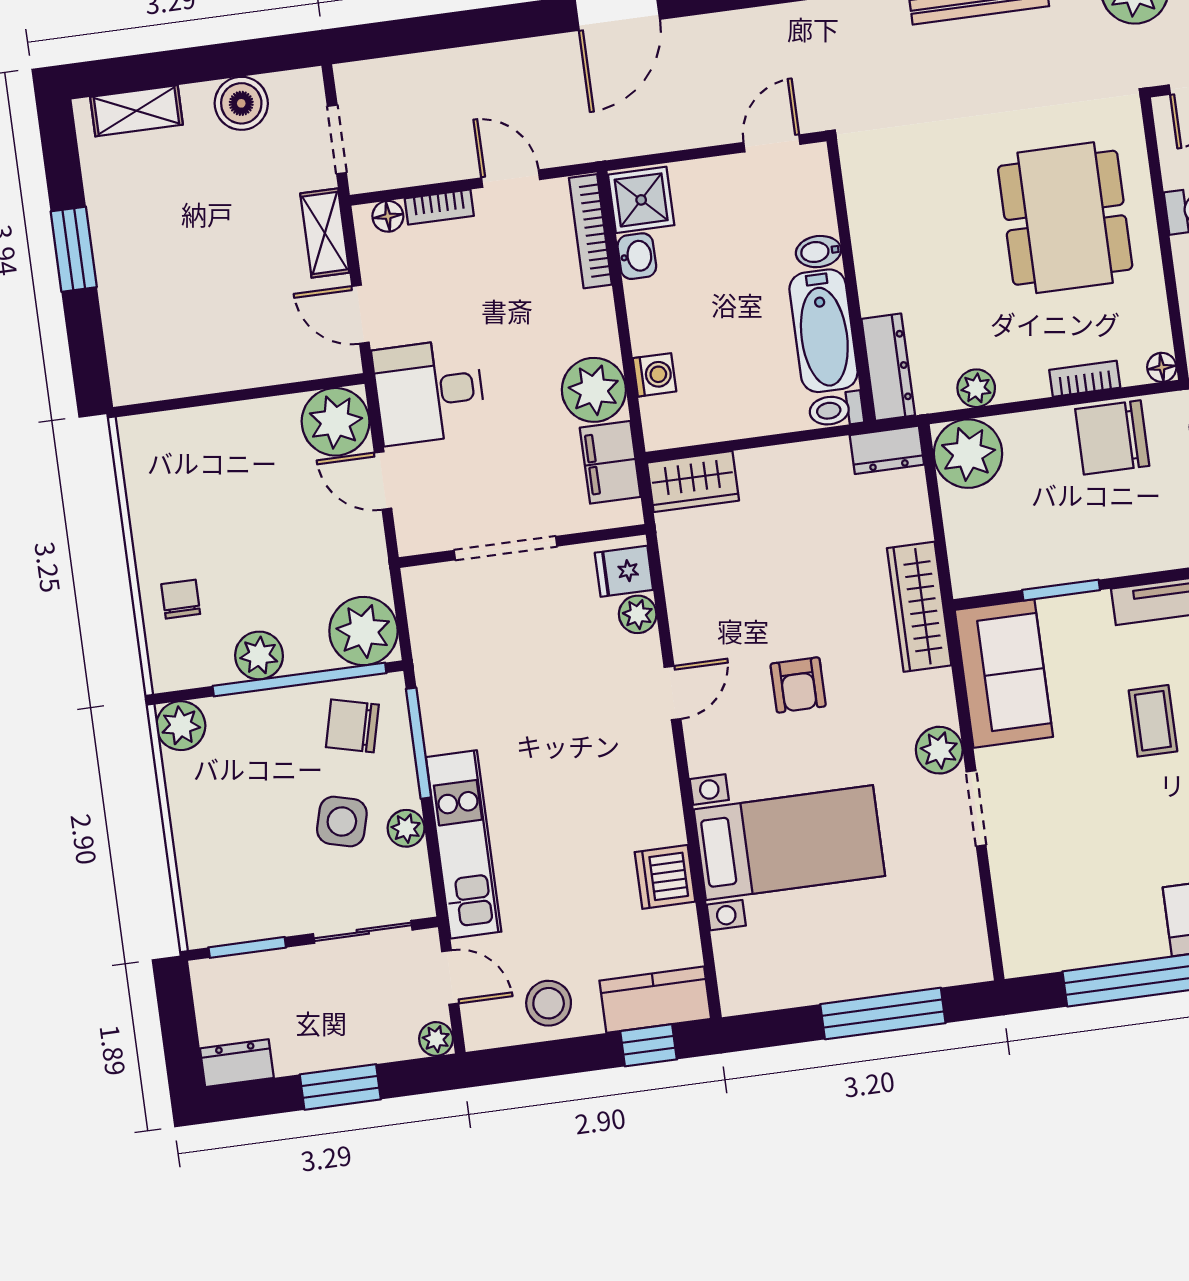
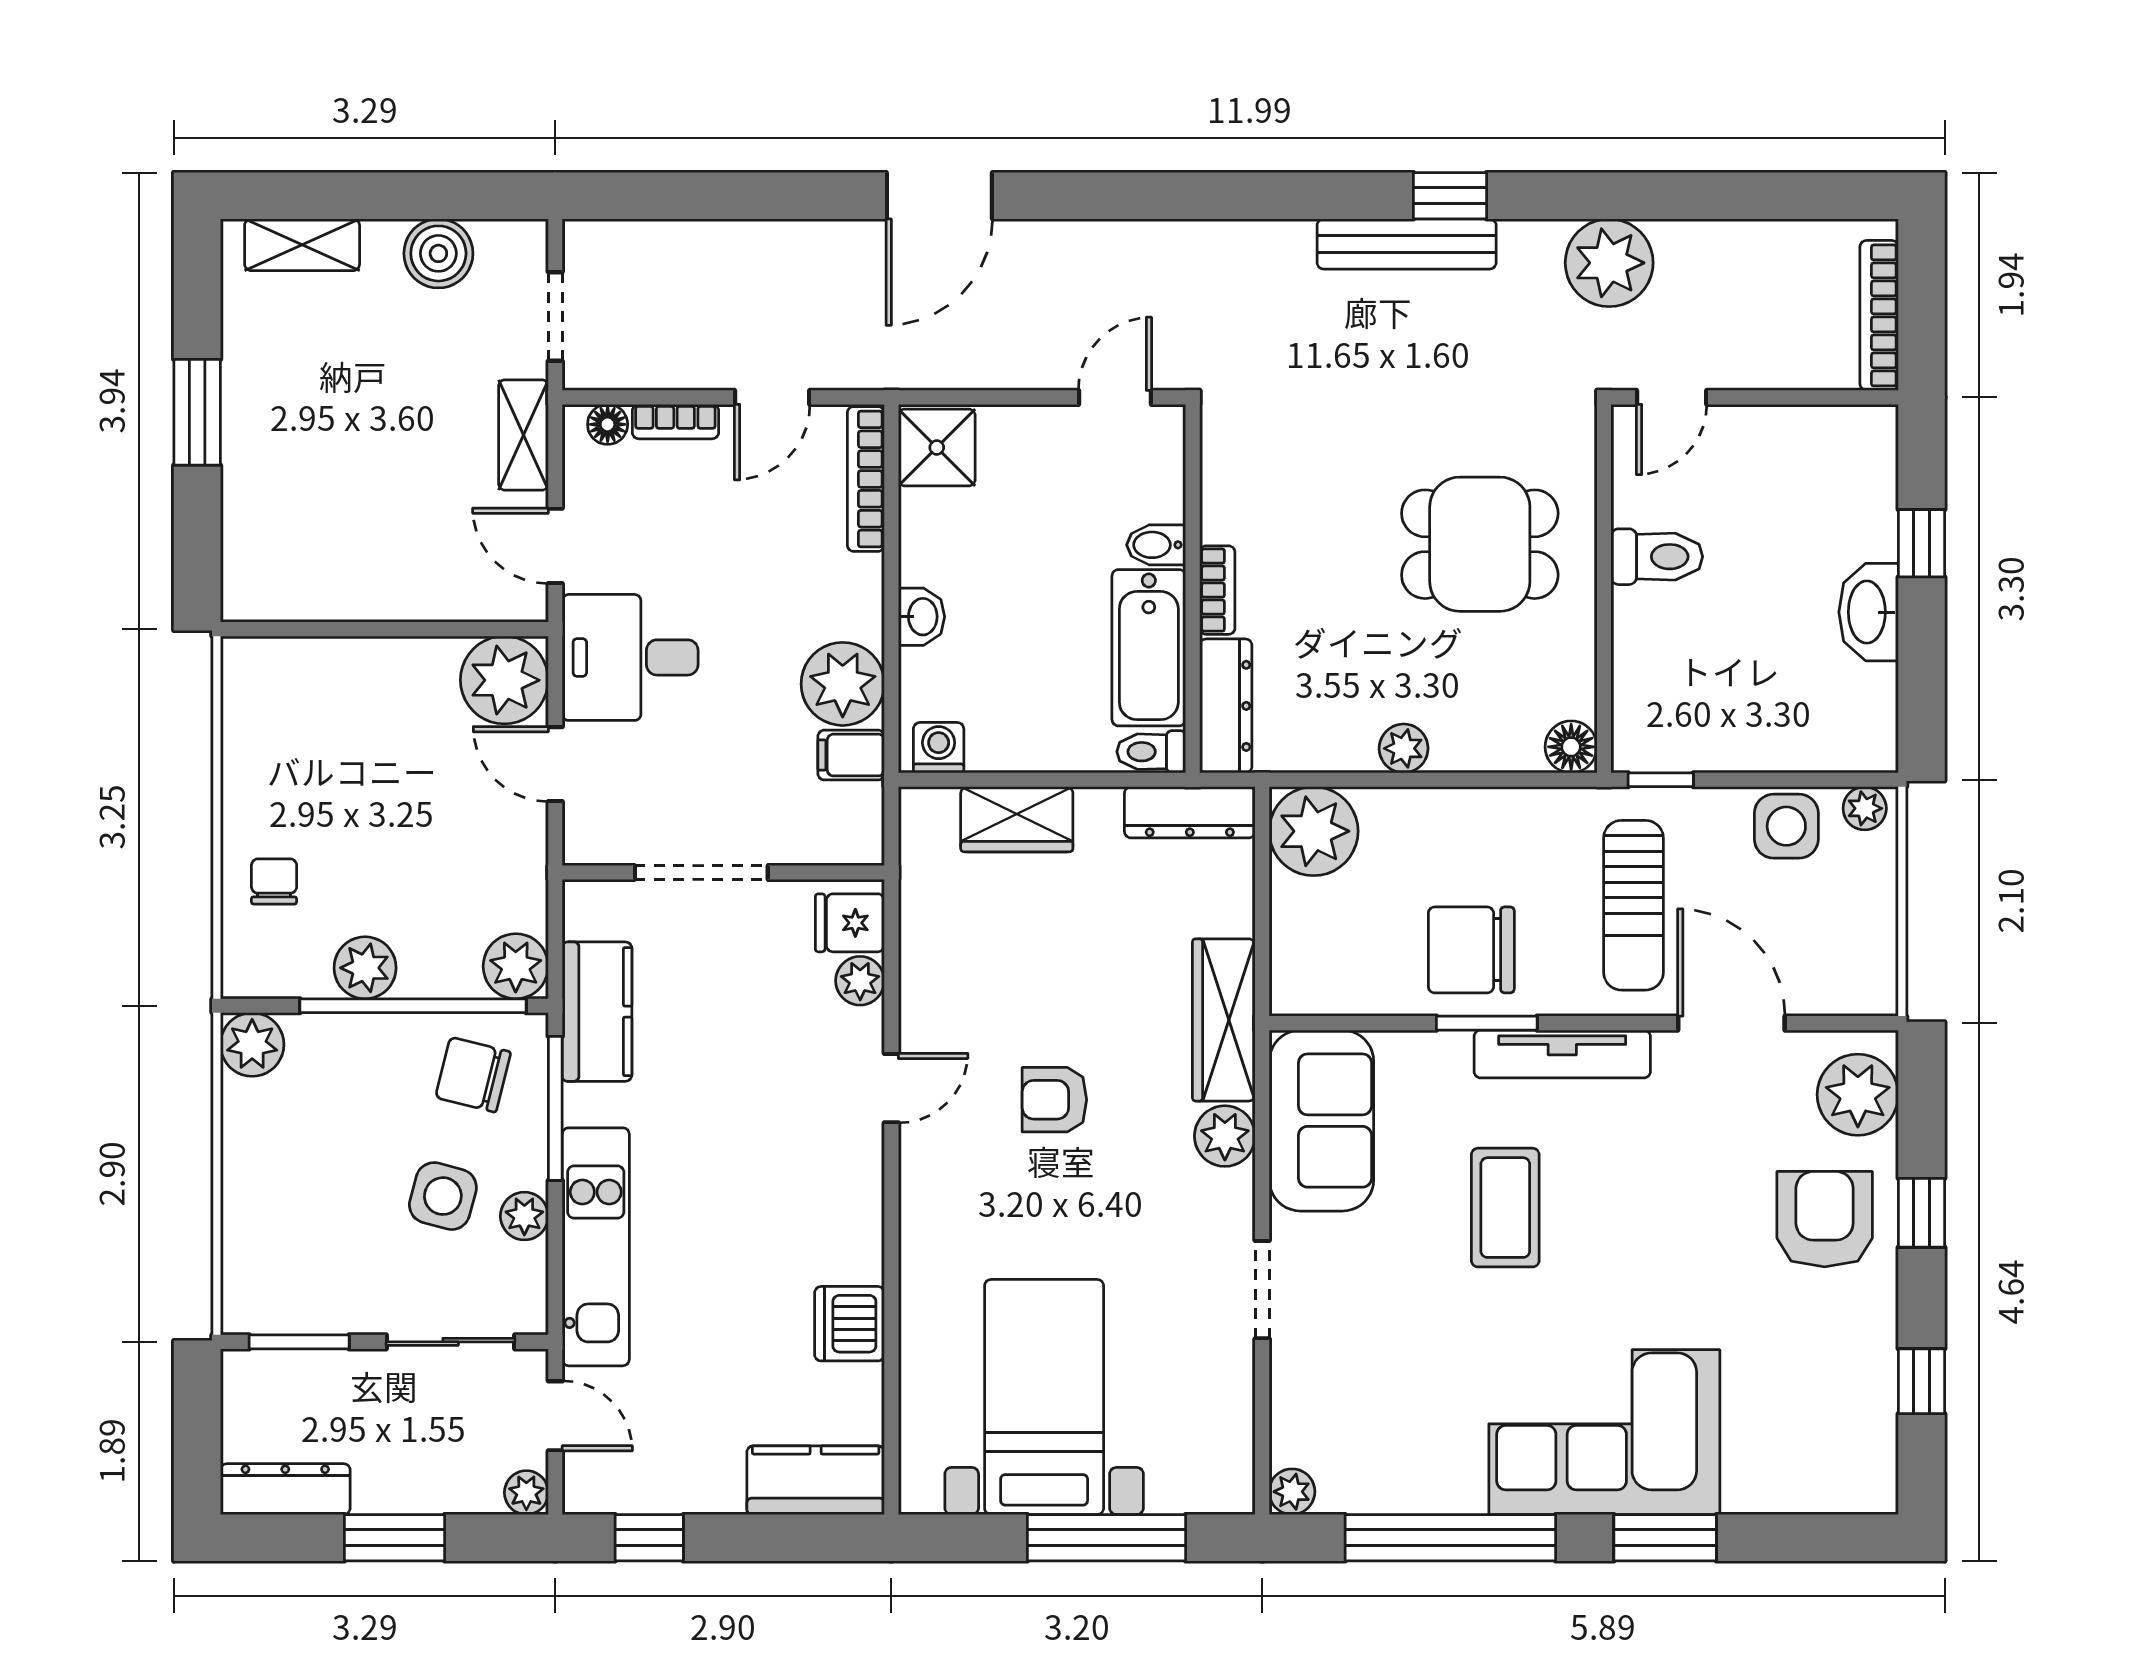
door: (511, 179) -> (772, 397), swing flipped
dining table: (1065, 218) -> (1480, 544), width x0.73
washbasin: (637, 256) -> (921, 617), moved
floor lamp: (1162, 367) -> (1571, 747), width x1.37, depth x1.37
washing machine: (654, 375) -> (939, 748), moved, turned -90
bookcase: (1085, 379) -> (1217, 590), moved, turned 90
plant: (976, 388) -> (1404, 748), moved
chair: (1112, 437) -> (1471, 950), moved
dresser: (887, 450) -> (1190, 812), width x1.44
filing cabinet: (610, 462) -> (851, 755), width x0.50
wardrobe: (693, 482) -> (1017, 819), moved
window: (1061, 590) -> (1487, 1023), moved
plant: (363, 631) -> (516, 966), width x0.73, depth x0.73
kitchen counter: (440, 665) -> (597, 1012), added
armchair: (798, 685) -> (1054, 1100), turned 90
coffee table: (1153, 721) -> (1505, 1208), width x1.36, depth x1.30
plant: (939, 750) -> (1225, 1136), moved
bed with nightstands: (789, 843) -> (1044, 1397), moved, turned -90
plant: (1020, 959) -> (1292, 1492), added
stool: (549, 1003) -> (678, 1466), removed
window: (649, 1045) -> (649, 1538), moved
dresser: (237, 1063) -> (285, 1489), width x1.44

